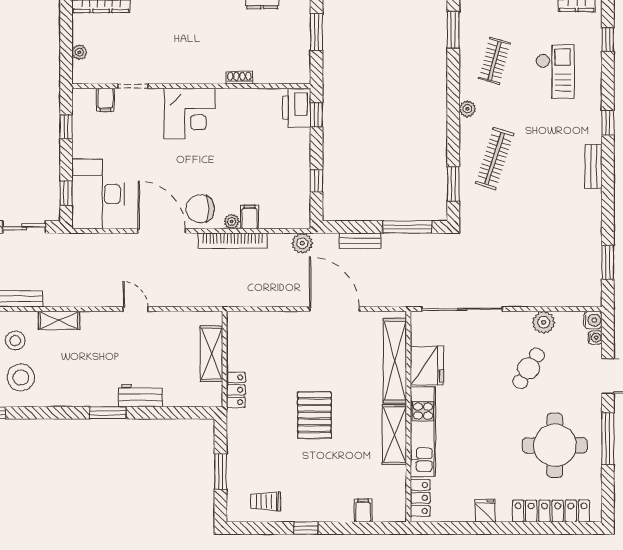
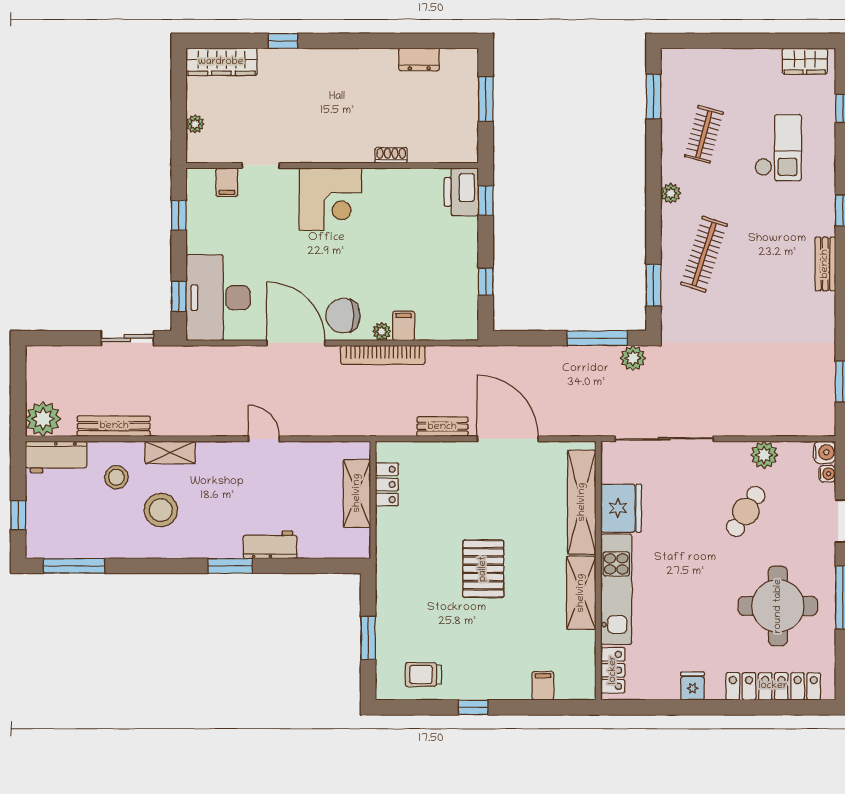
bench: (360, 241) -> (442, 427), moved
plant: (302, 243) -> (633, 358), moved
stool: (21, 377) -> (161, 510), moved
locker: (236, 390) -> (387, 484), moved

